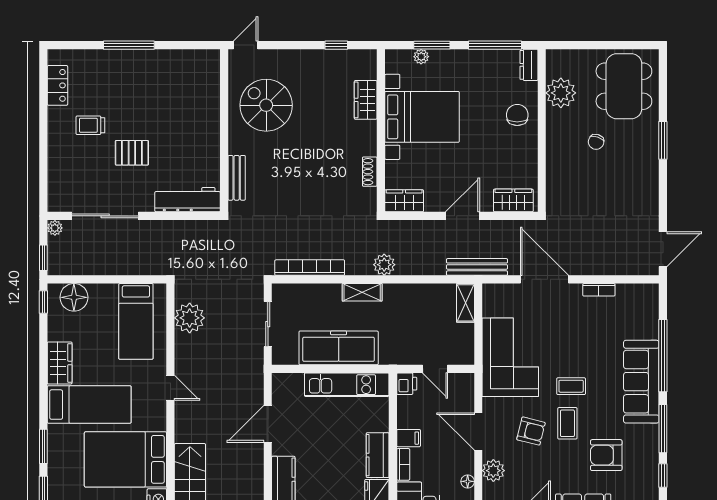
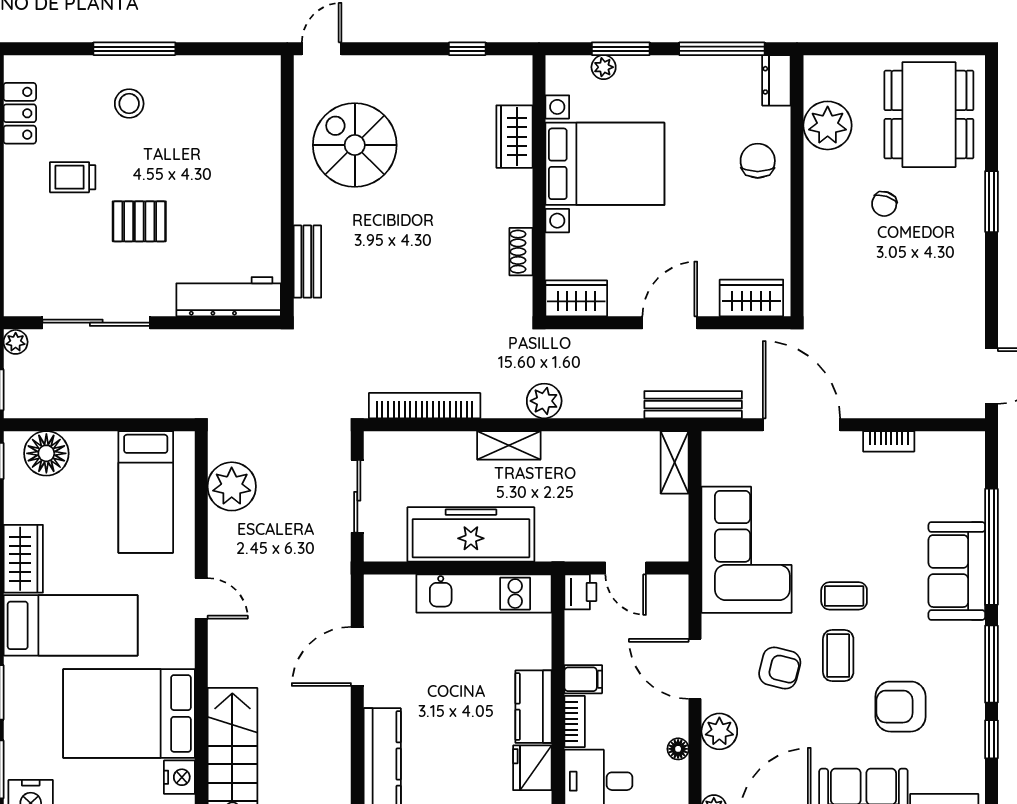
stool: (126, 79) -> (129, 104), added
sofa: (641, 382) -> (957, 571), width x0.73

